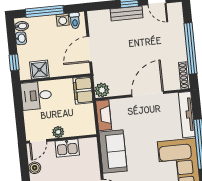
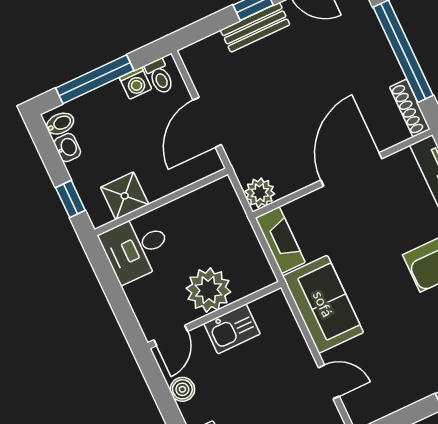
filing cabinet: (83, 90) -> (223, 206), removed
plant: (58, 132) -> (209, 290), width x1.87, depth x1.87

